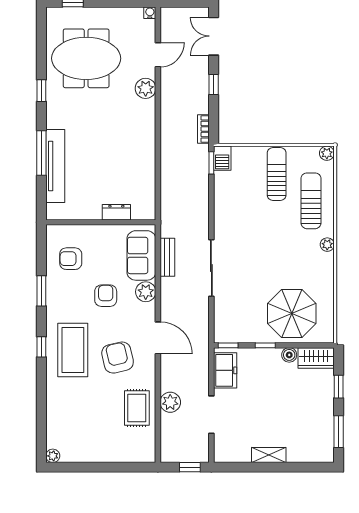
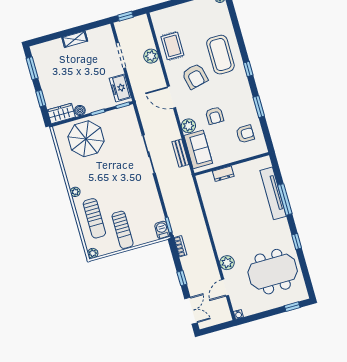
coffee table: (73, 350) -> (220, 55), moved

